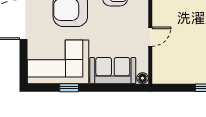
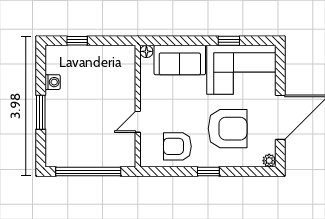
door: (150, 37) -> (138, 122), moved

